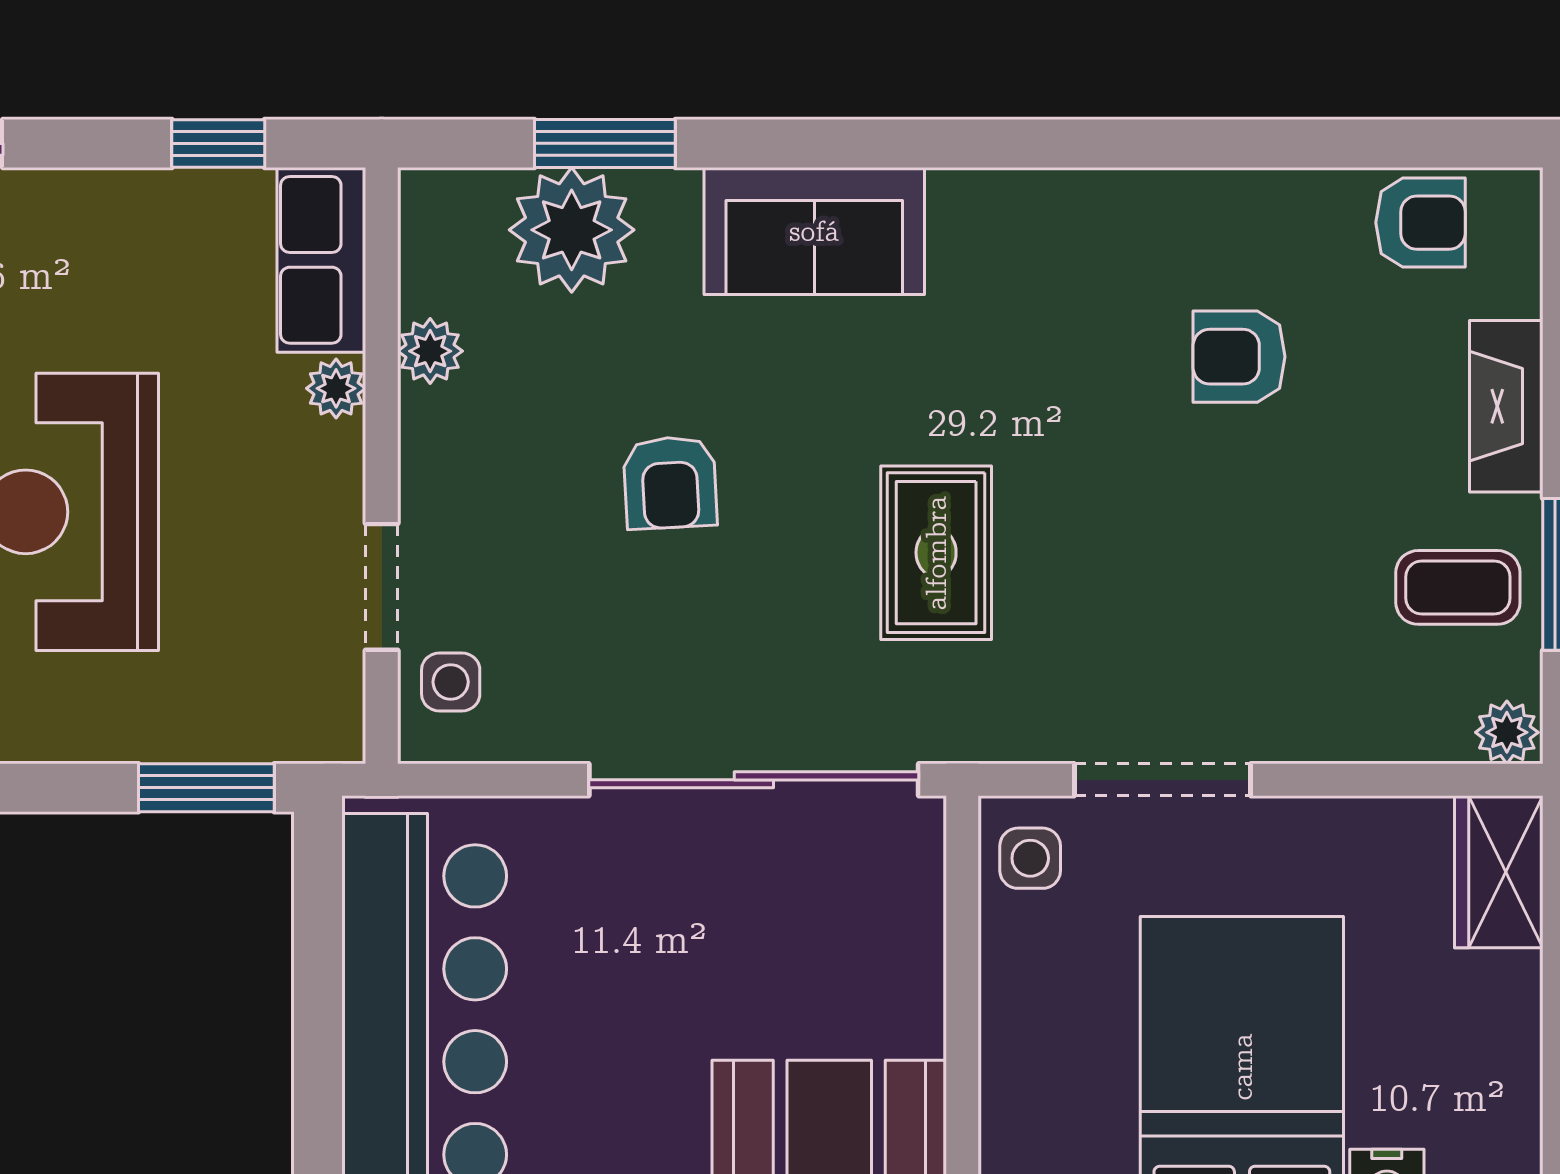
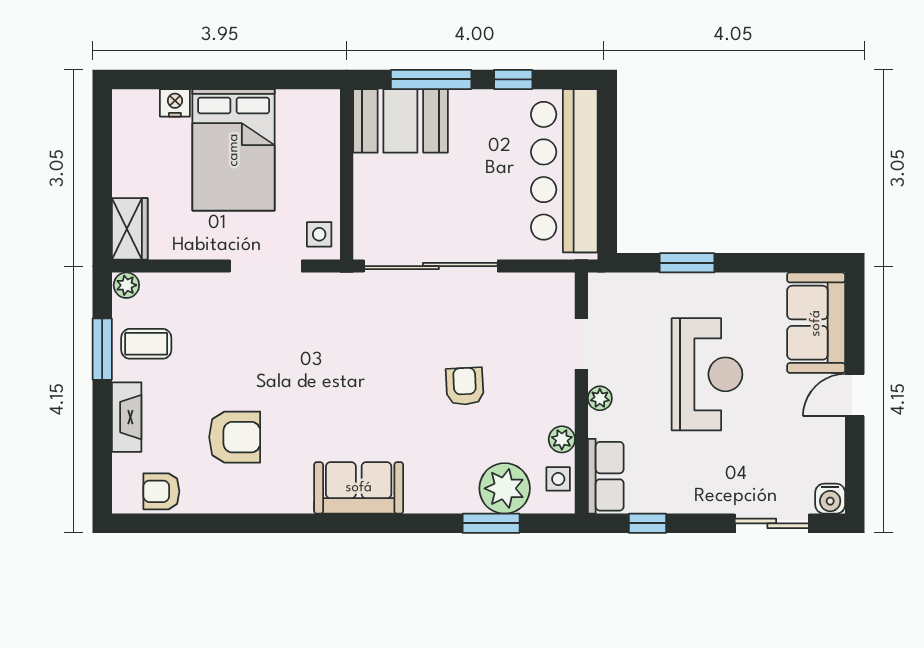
sofa: (814, 231) -> (359, 488), moved
armchair: (1239, 357) -> (235, 437), width x1.38, depth x1.38
plant: (336, 388) -> (600, 398), moved
rug: (936, 553) -> (357, 358), removed
side table: (451, 682) -> (558, 479), moved
window: (206, 788) -> (687, 263), moved

